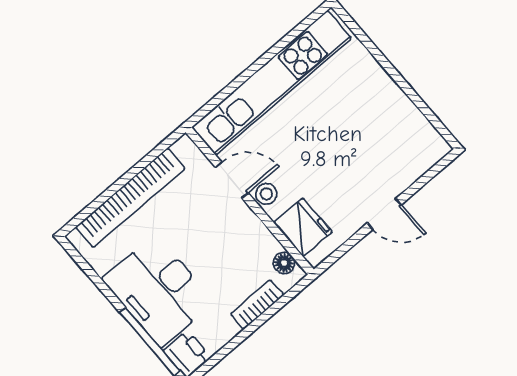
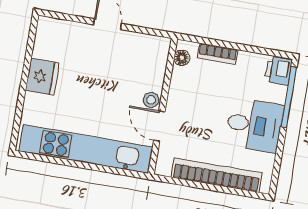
fridge: (303, 227) -> (42, 77), moved, turned 180
desk: (158, 290) -> (254, 125), width x0.73

